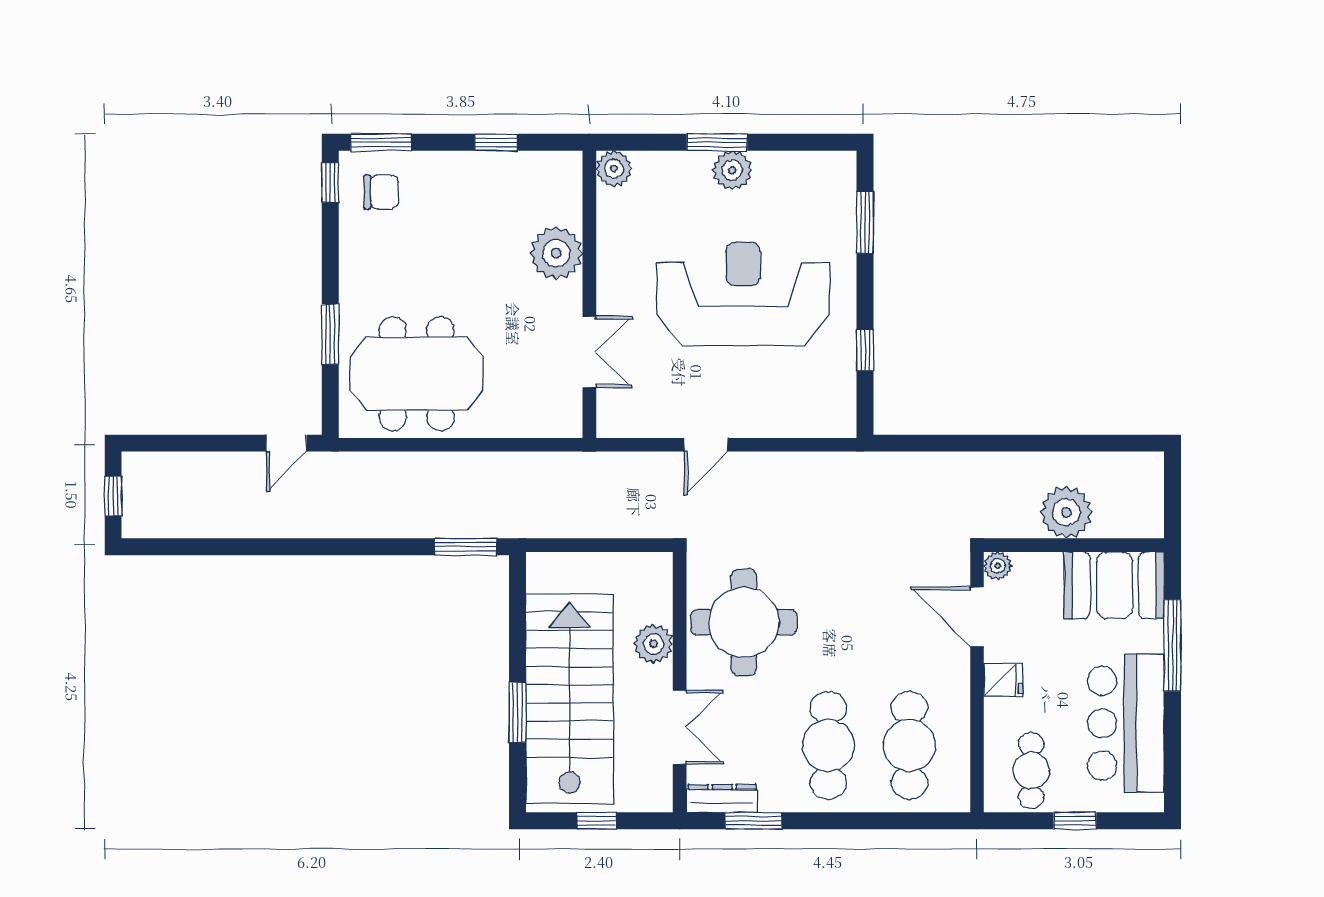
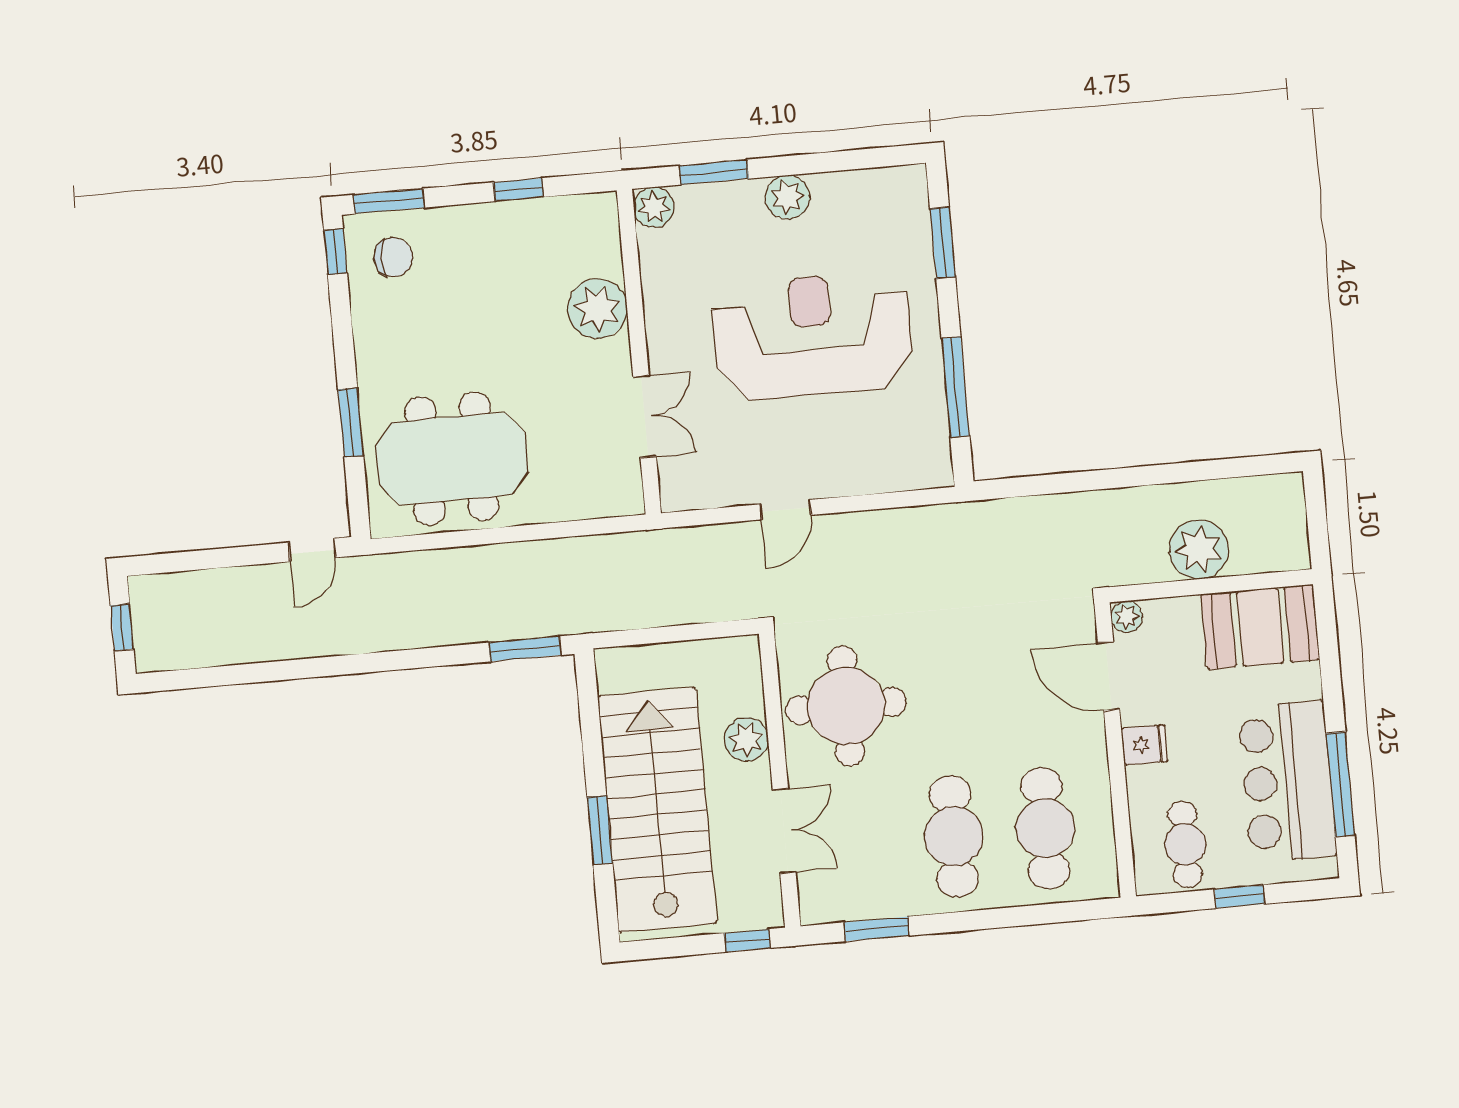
window: (717, 142) -> (714, 172), moved
window: (865, 350) -> (955, 387), width x2.17
window: (1173, 645) -> (1340, 784), moved
dresser: (722, 798) -> (839, 907), removed
window: (597, 821) -> (747, 941), moved

